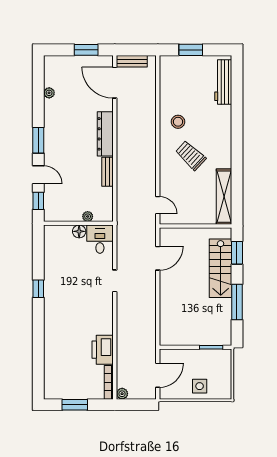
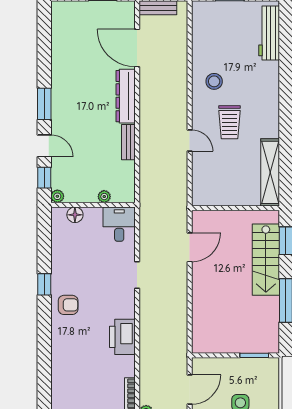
door: (115, 83) -> (137, 48), moved
plant: (49, 93) -> (57, 196), moved
trolley: (191, 155) -> (229, 122), turned -133
door: (158, 205) -> (190, 141), moved
floor lamp: (79, 231) -> (75, 215), moved
armchair: (58, 306) -> (68, 305), added
printer: (103, 350) -> (122, 337), moved

